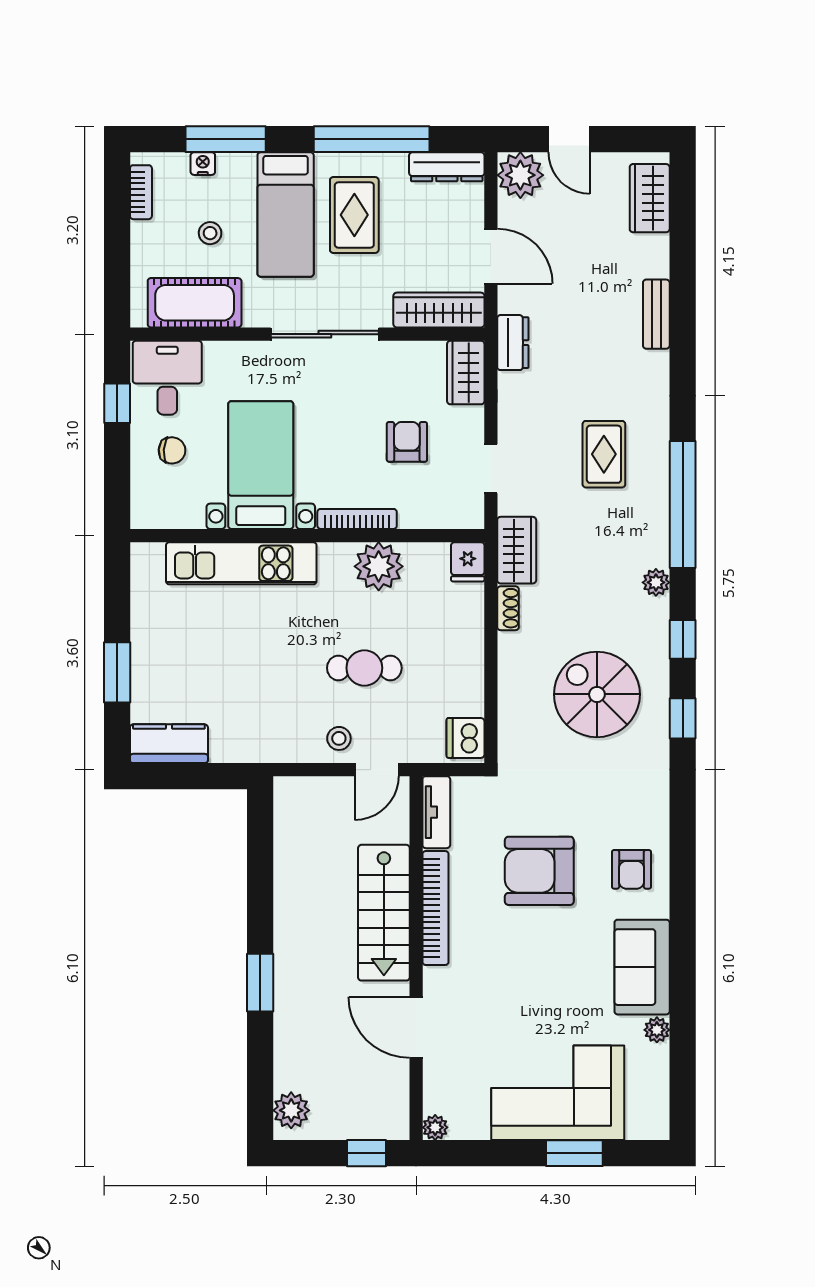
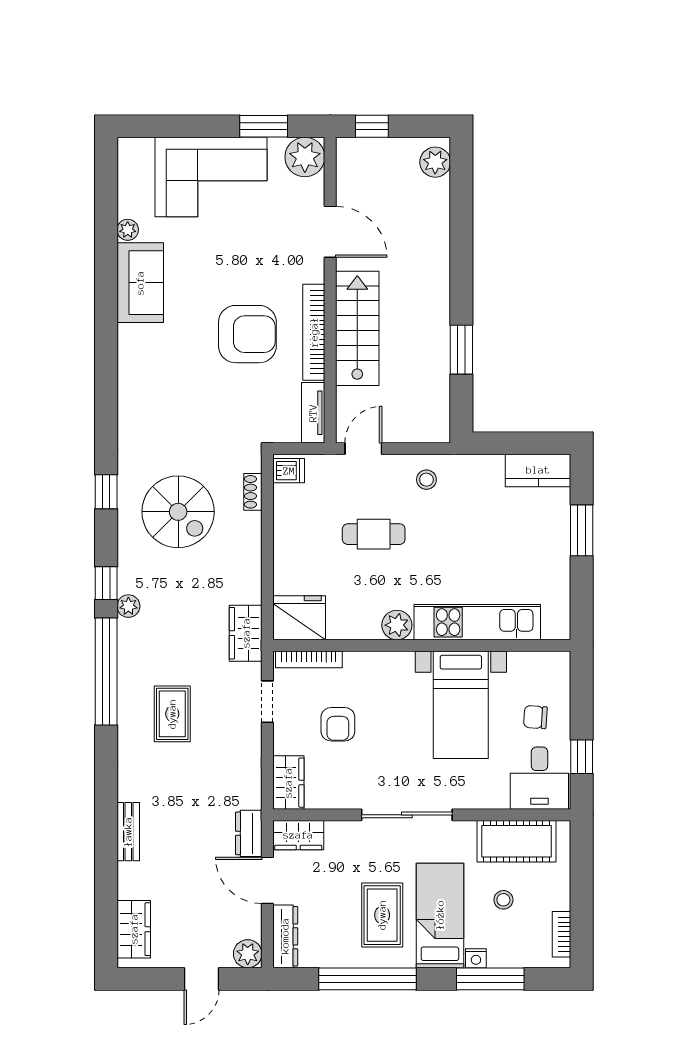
door: (569, 139) -> (202, 979), swing flipped
nightstand: (203, 164) -> (476, 958), moved
dresser: (447, 167) -> (285, 936), moved, turned 90
plant: (520, 175) -> (248, 954), width x0.73, depth x0.73
wardrobe: (439, 310) -> (298, 835), width x0.67
dresser: (513, 343) -> (249, 833), moved
bookcase: (357, 519) -> (309, 659), moved
fridge: (468, 562) -> (299, 618), width x1.88, depth x1.34
plant: (379, 566) -> (397, 625), moved, width x0.73, depth x0.73
shoe rack: (508, 608) -> (253, 492), moved
window: (683, 639) -> (106, 583), moved
stool: (339, 738) -> (426, 480), moved
dishwasher: (466, 738) -> (289, 471), width x0.73
armchair: (632, 869) -> (149, 365), removed
armchair: (539, 871) -> (247, 334), moved
window: (260, 983) -> (461, 350), moved
plant: (435, 1127) -> (305, 157), width x1.88, depth x1.88
window: (574, 1153) -> (264, 126), moved

